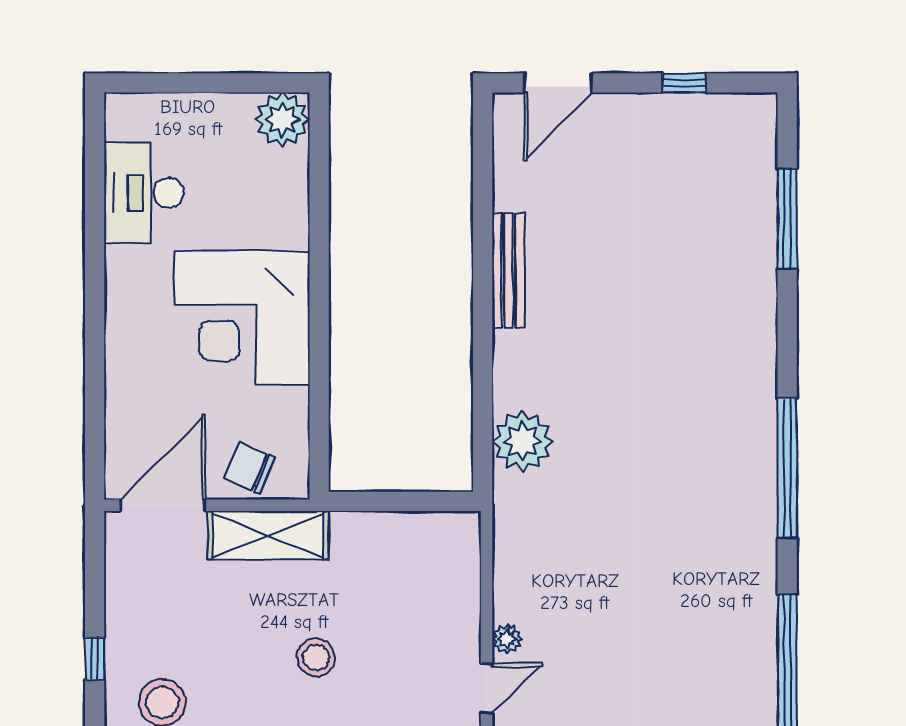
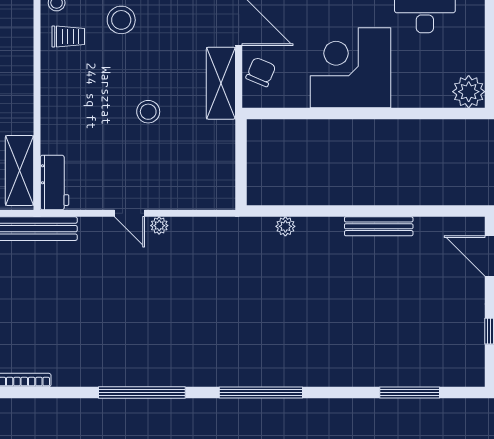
plant: (523, 441) -> (285, 226), width x0.53, depth x0.53

